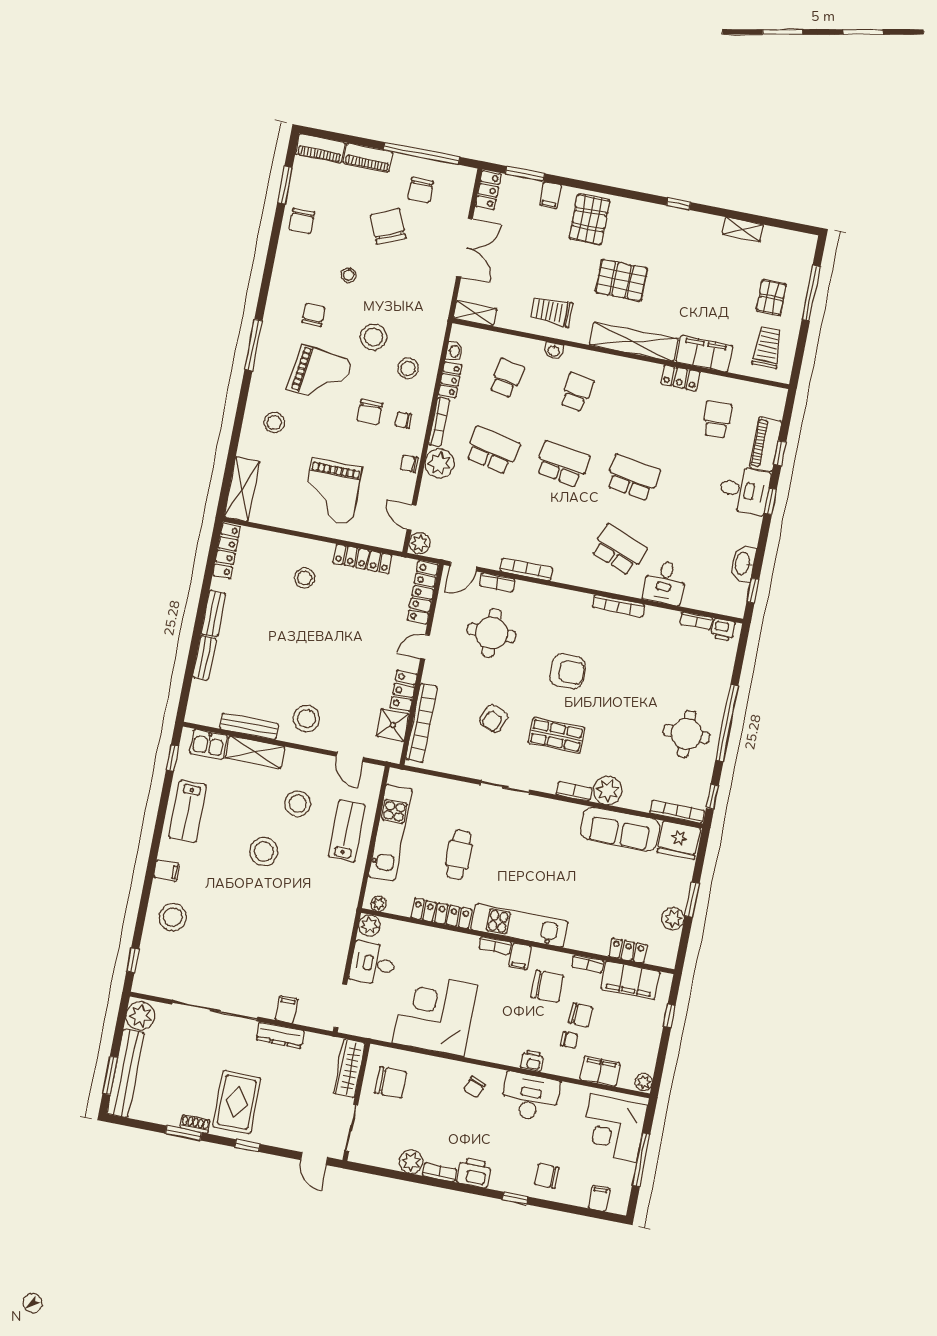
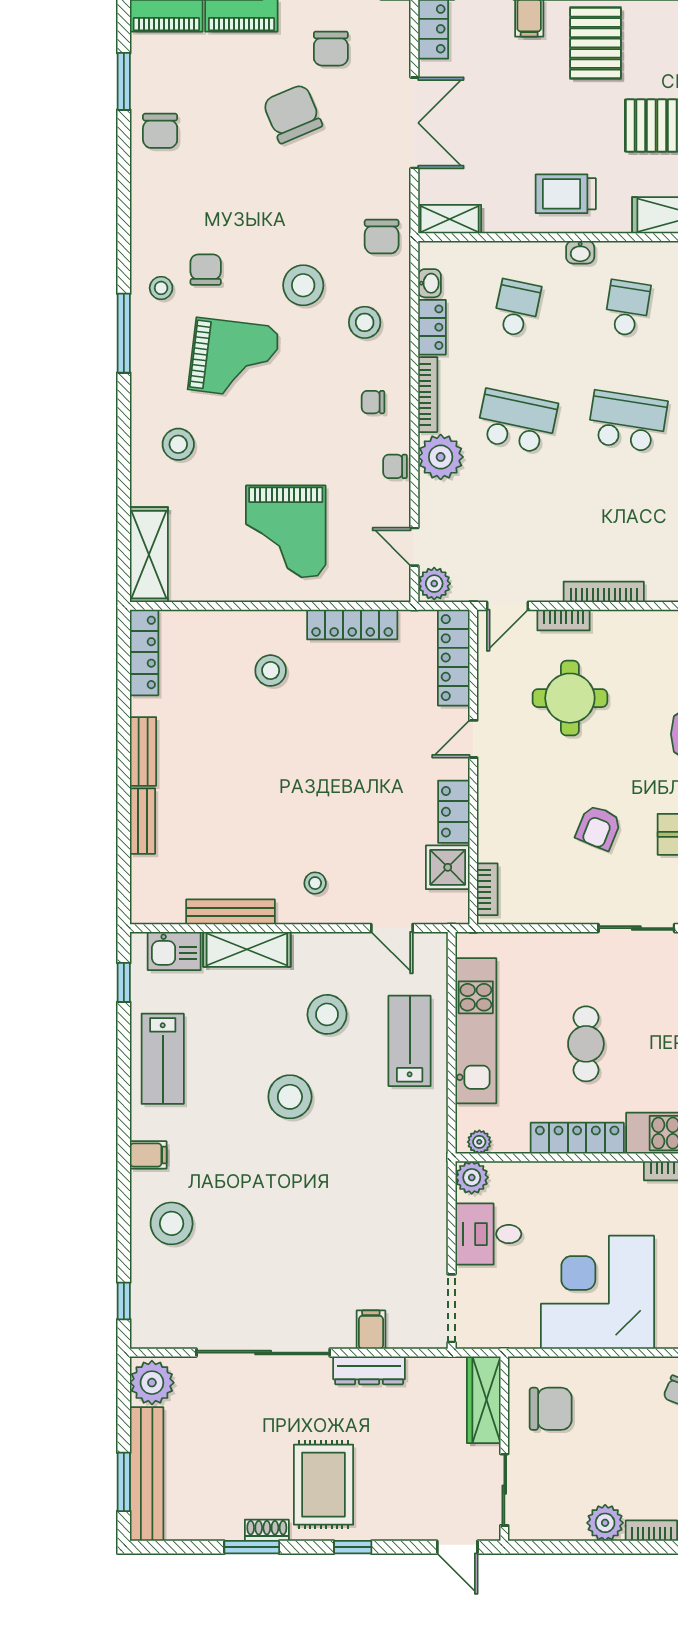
stool: (349, 275) -> (161, 288), moved
chair: (370, 412) -> (382, 236), moved
stool: (306, 719) -> (315, 883), width x0.53, depth x0.53
bookcase: (422, 723) -> (487, 889), width x0.43, depth x0.76

